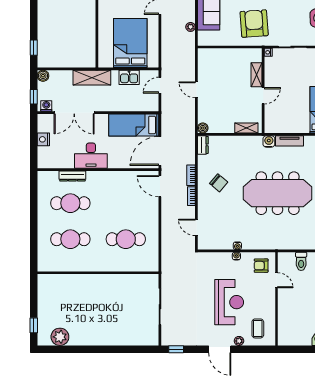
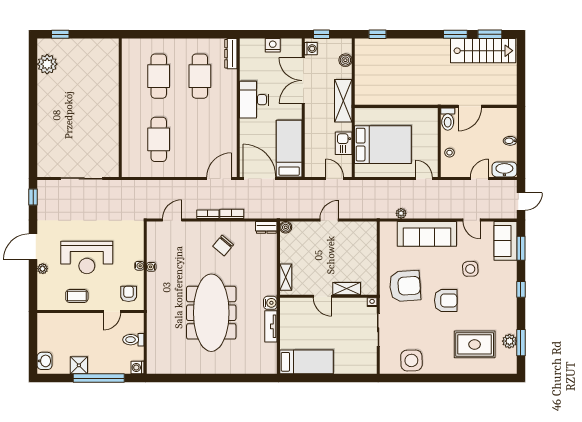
boiler: (43, 76) -> (345, 60), moved
dresser: (72, 176) -> (231, 54), moved
coffee table: (258, 328) -> (77, 296), moved

